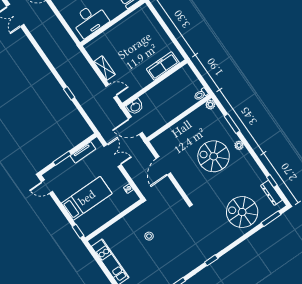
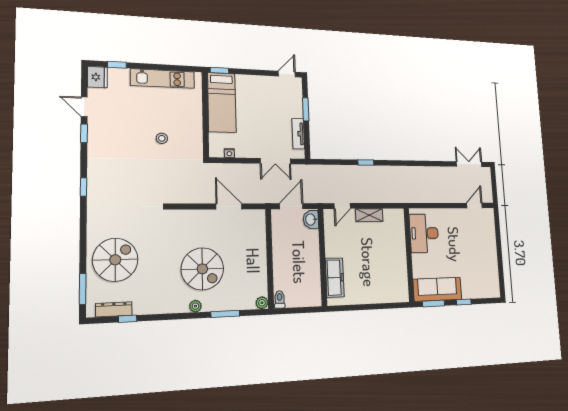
spiral stairs: (214, 156) -> (202, 269), turned 90
bed: (87, 198) -> (222, 103), moved

